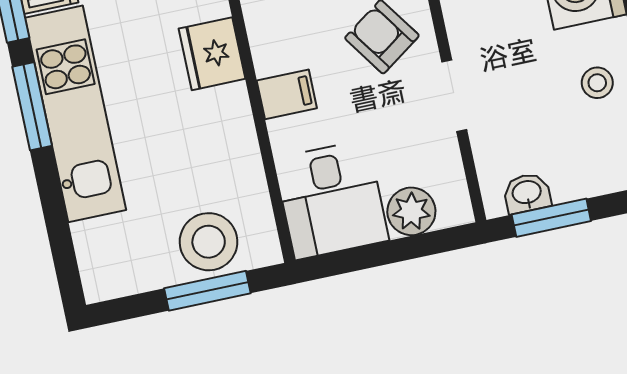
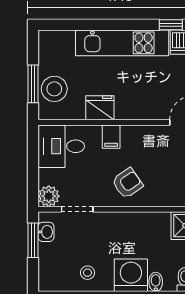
fridge: (212, 54) -> (100, 108), moved
doorway: (454, 96) -> (77, 209), moved
window: (32, 106) -> (129, 25), removed
plant: (411, 211) -> (49, 196), moved

